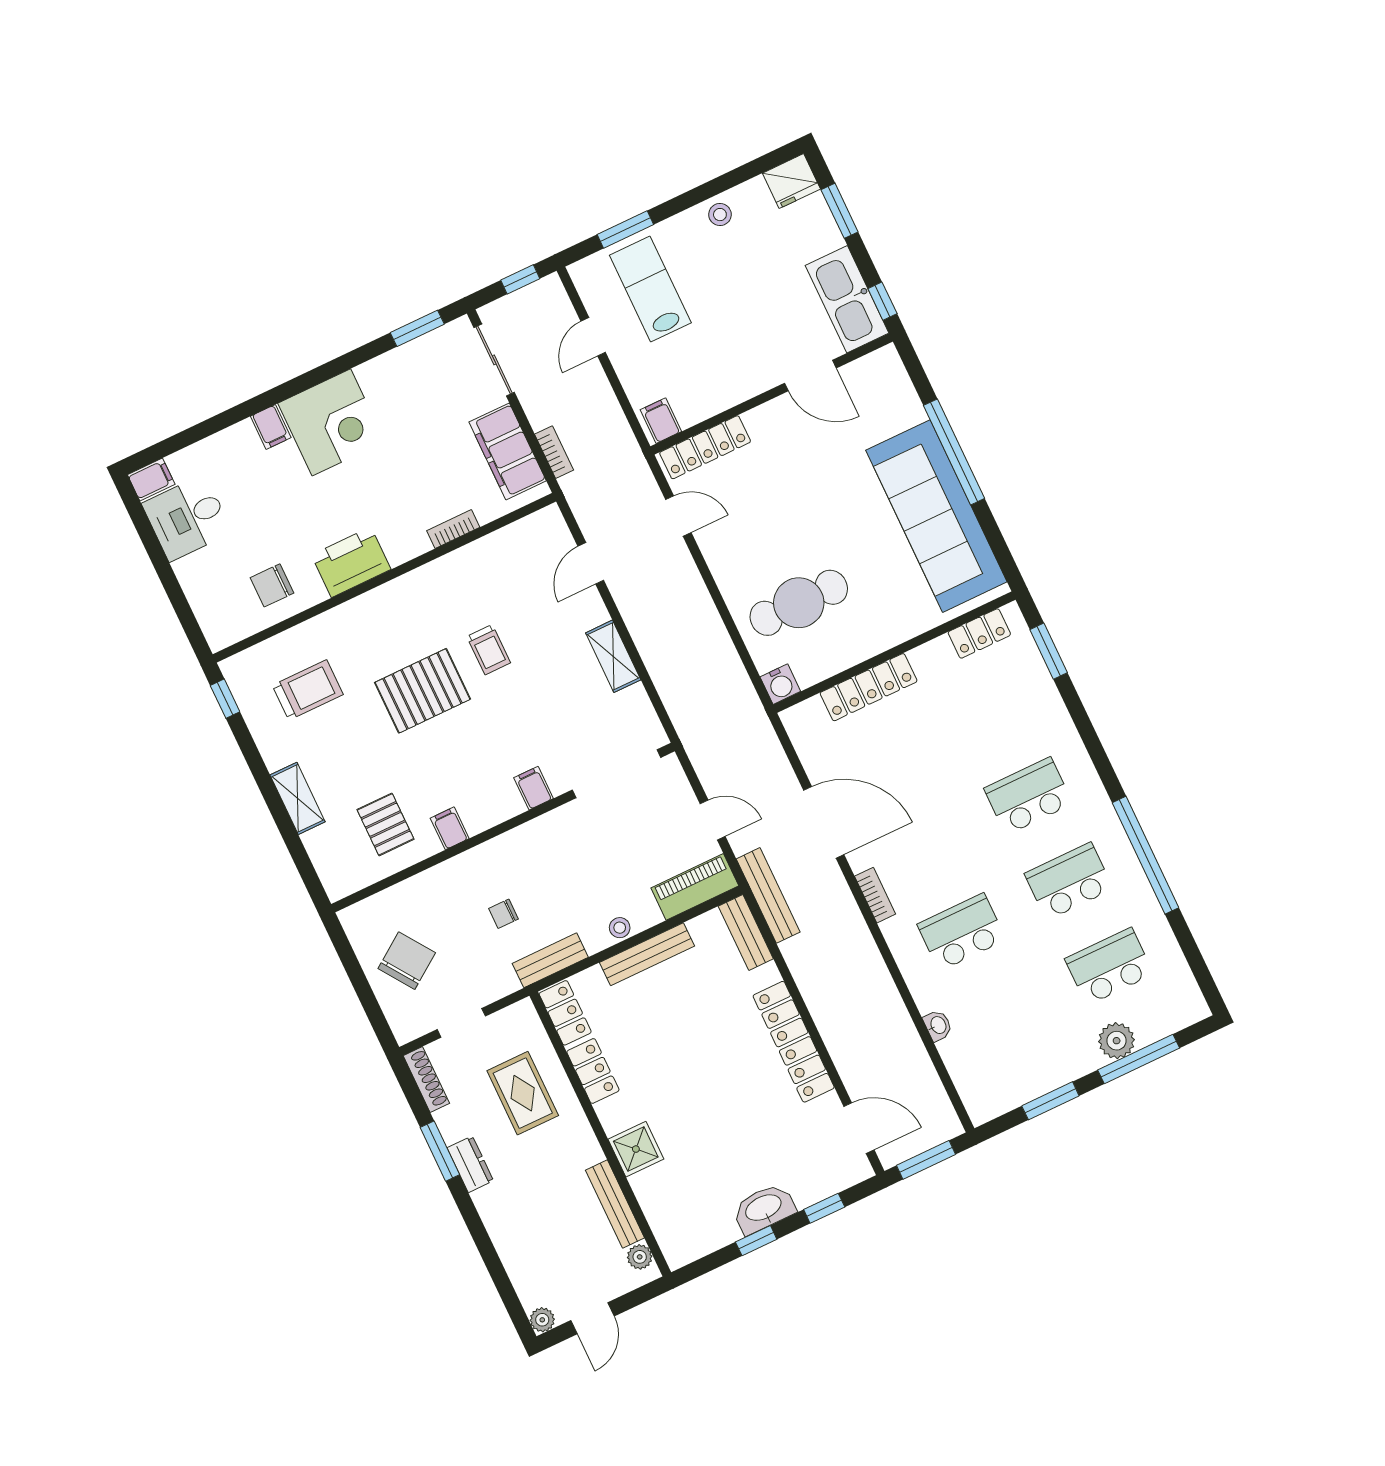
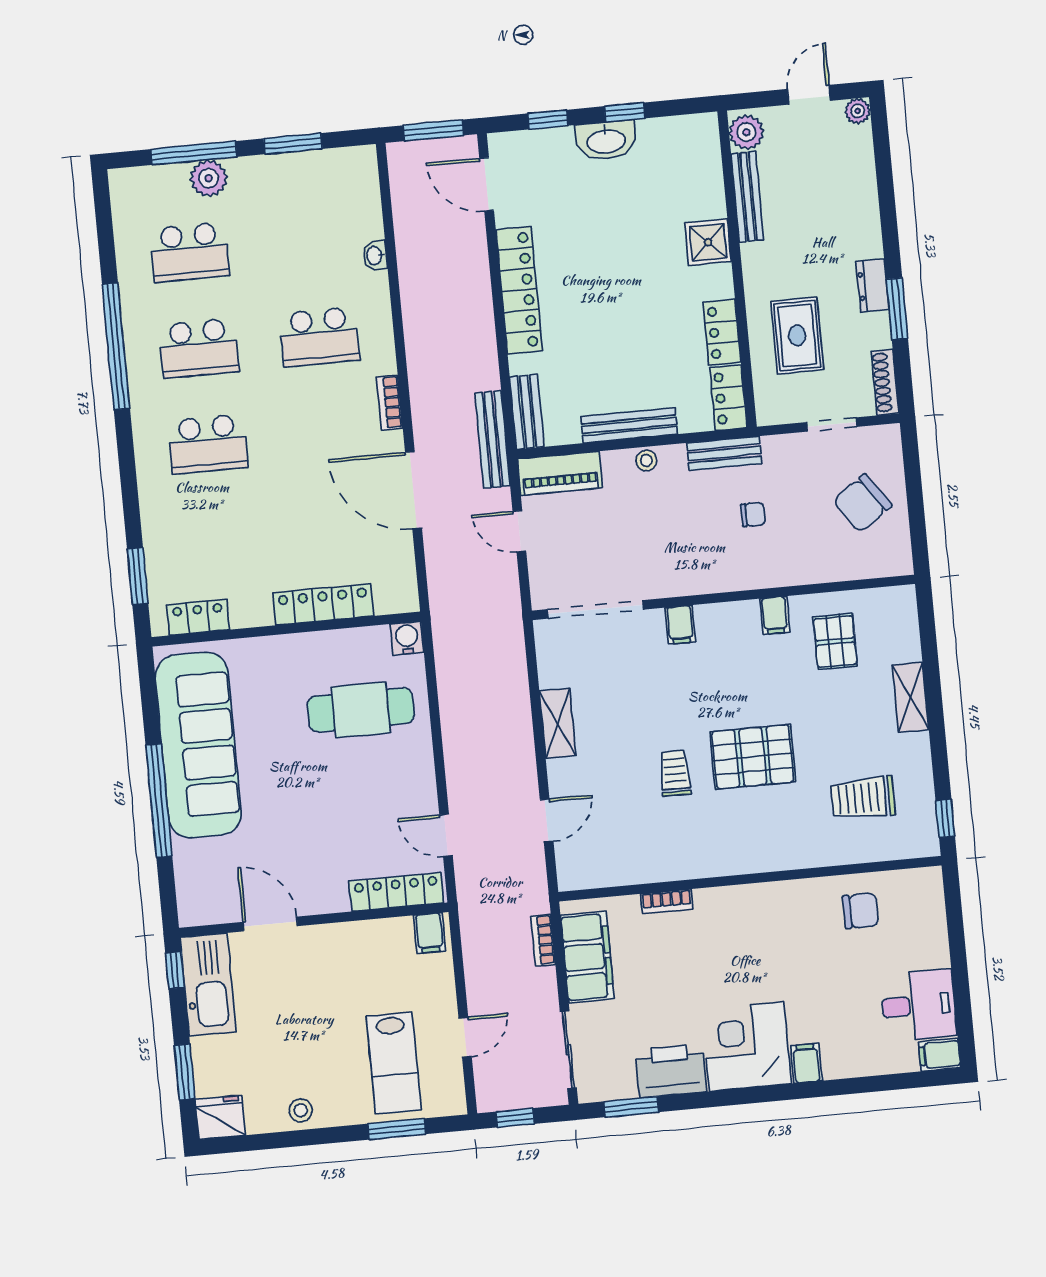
printer: (351, 562) -> (671, 1071), moved, turned 180
plant: (640, 1257) -> (746, 132), width x1.38, depth x1.38

